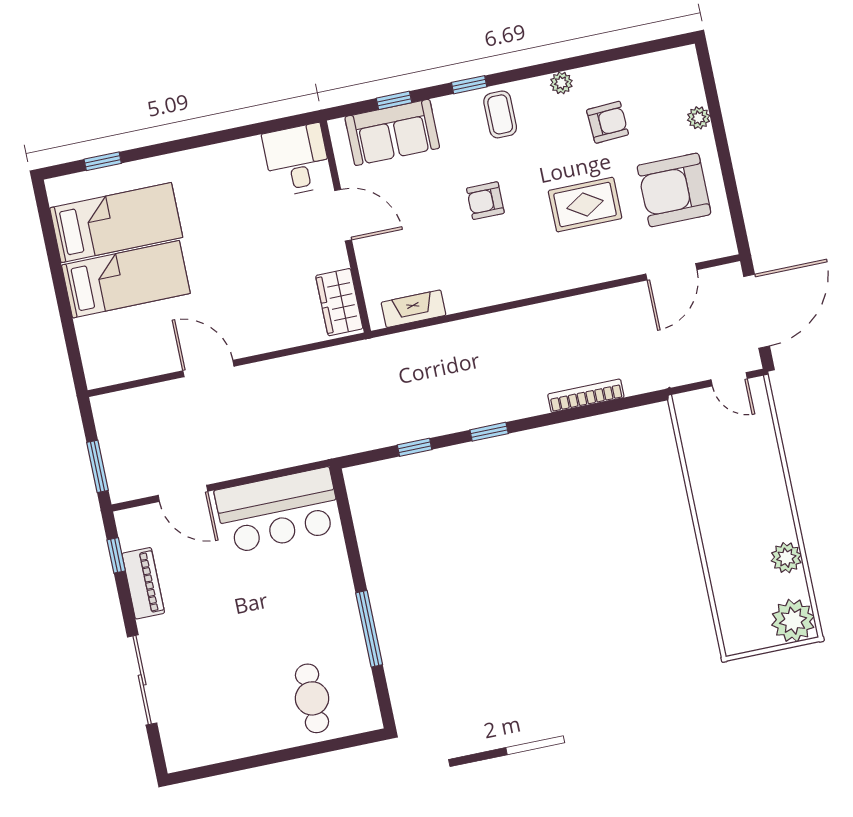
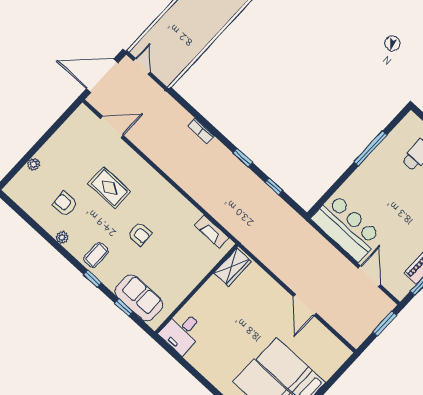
armchair: (674, 190) -> (74, 152), removed
door: (343, 215) -> (192, 293), removed
bookcase: (586, 396) -> (201, 131), width x0.64

